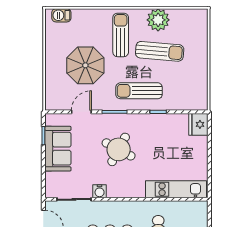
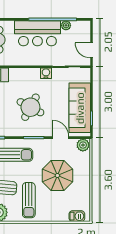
plant: (54, 103) -> (83, 145), added
door: (81, 112) -> (61, 138), swing flipped
sofa: (58, 149) -> (80, 108), width x1.36

